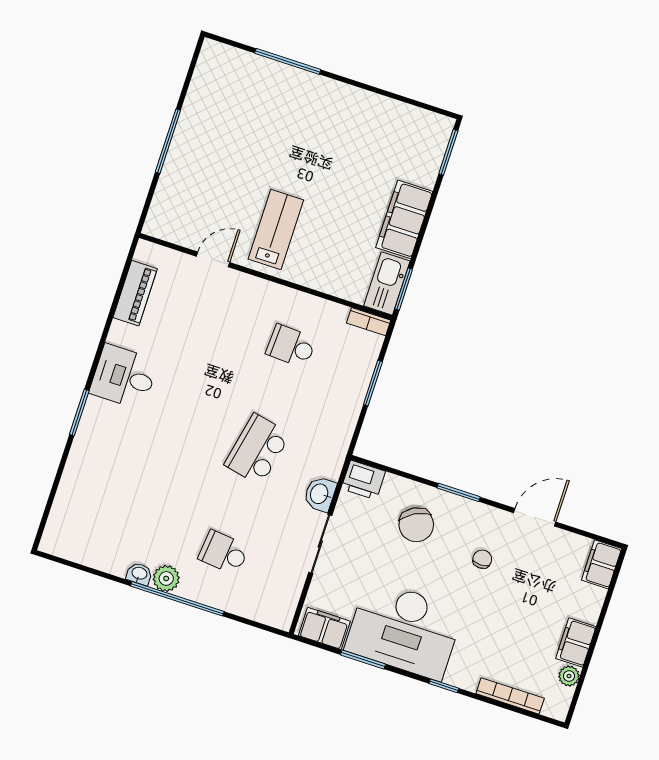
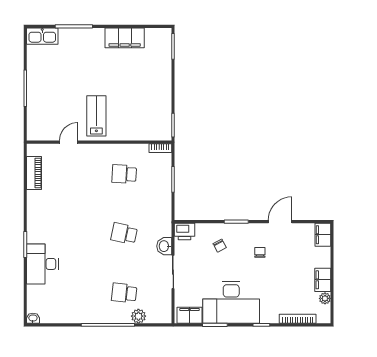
filing cabinet: (404, 219) -> (125, 38), moved, turned -90
kitchen sink: (387, 283) -> (42, 36), moved, turned -90
desk: (124, 377) -> (42, 264), moved, width x1.37
school desk: (257, 449) -> (124, 233), width x0.54
chair: (416, 525) -> (220, 246), width x0.54, depth x0.54
washbasin: (139, 574) -> (33, 318), moved
plant: (166, 578) -> (138, 316), moved

